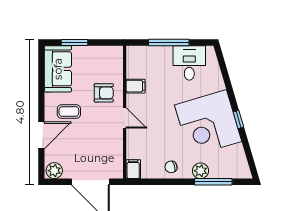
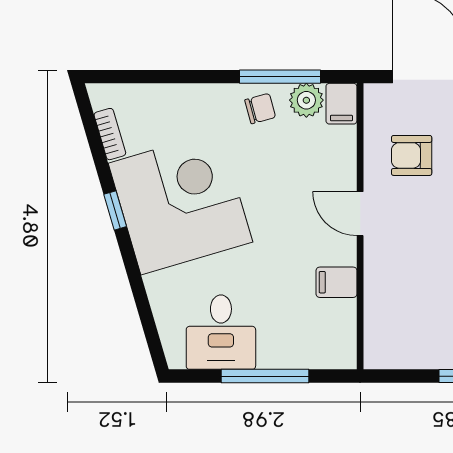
armchair: (104, 93) -> (412, 155), moved
bookcase: (241, 155) -> (110, 134), added
plant: (201, 171) -> (306, 100), moved
window: (213, 182) -> (280, 77), moved

